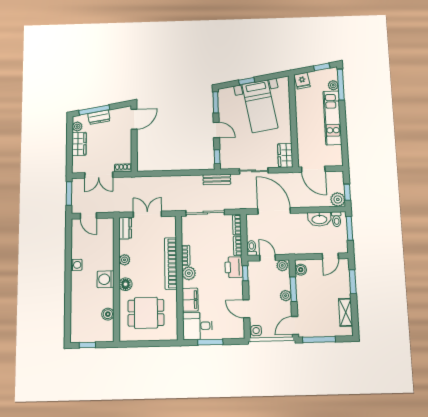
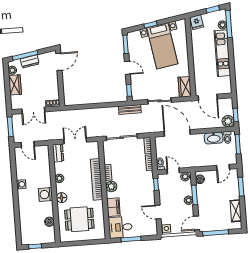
printer: (234, 267) -> (147, 180), removed

